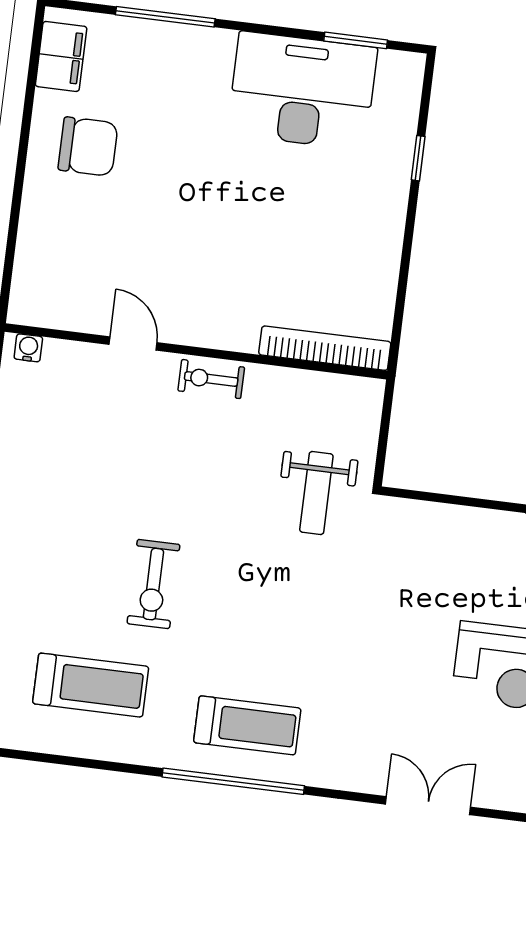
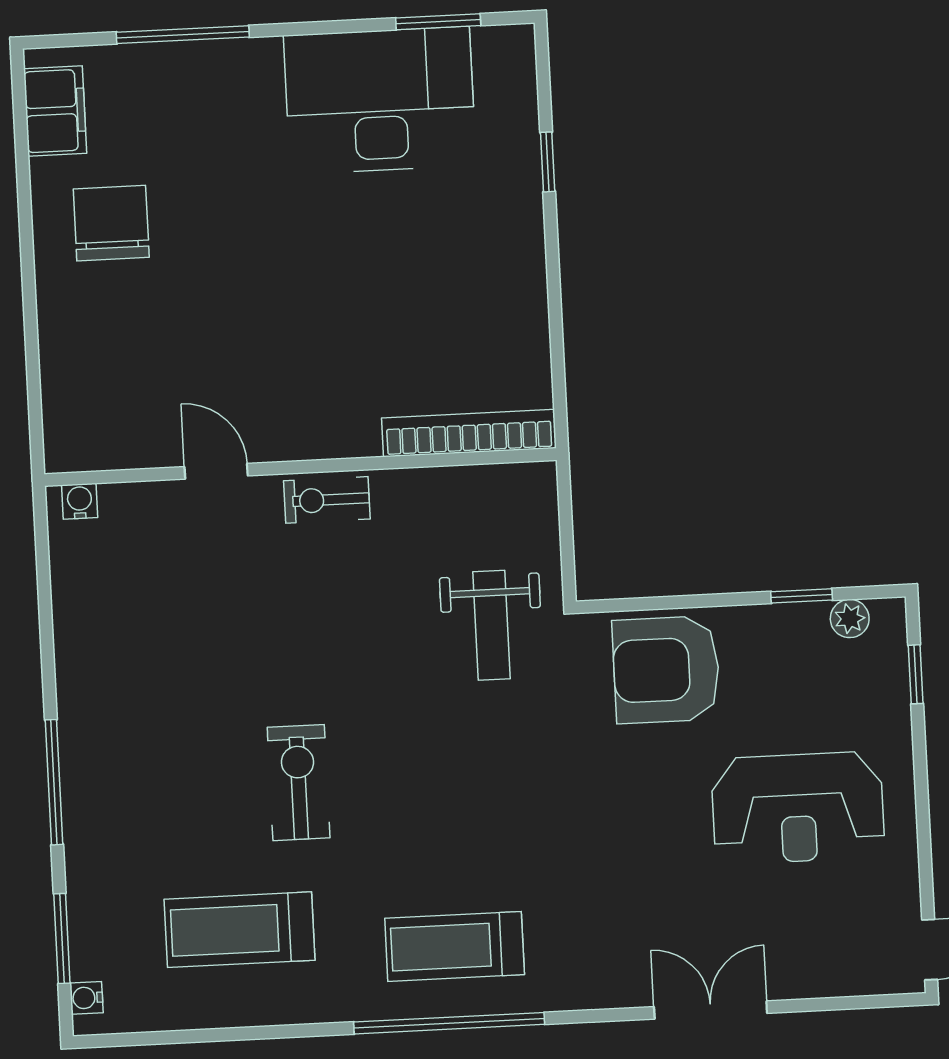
chair: (88, 147) -> (111, 223), turned -90
armchair: (440, 549) -> (666, 670), added
exercise bike: (153, 584) -> (299, 783), turned 180
treadmill: (91, 685) -> (239, 930), turned 180
treadmill: (247, 725) -> (455, 946), turned 180

